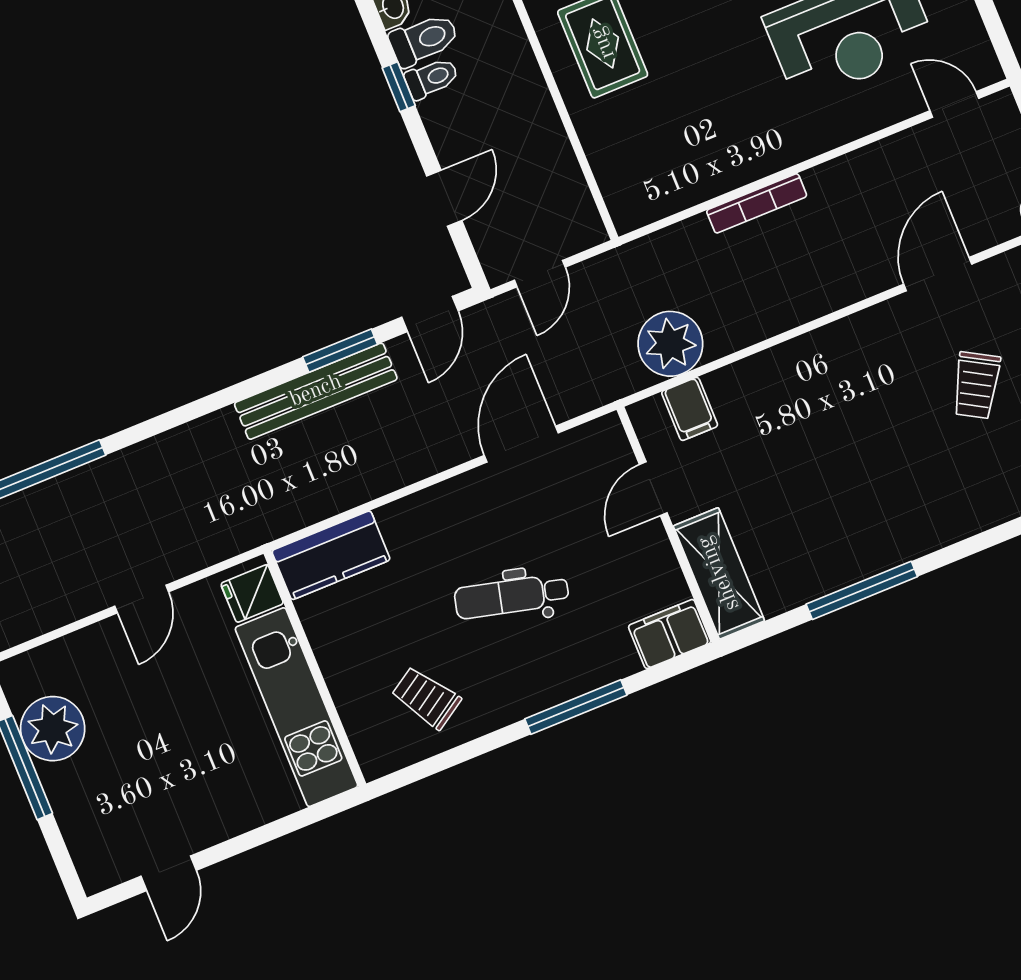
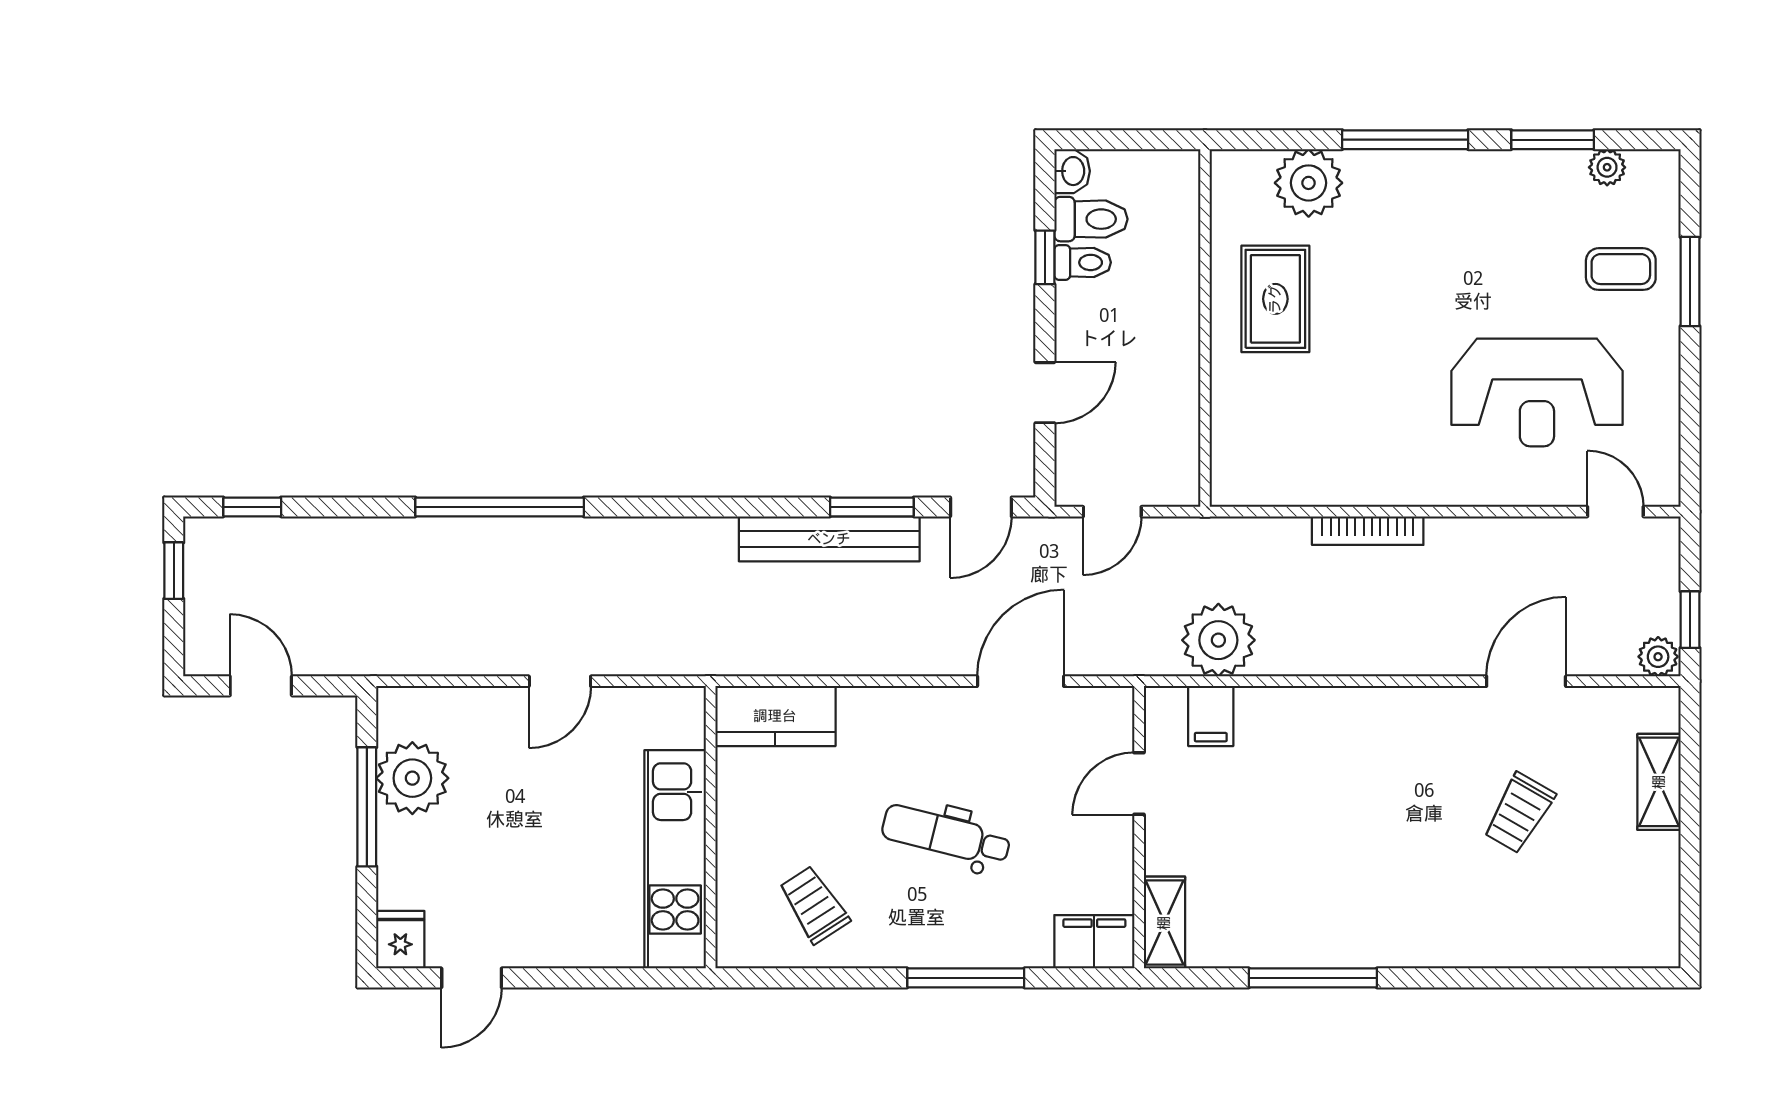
shelving: (719, 573) -> (1164, 923), width x0.67, depth x0.75
fridge: (252, 594) -> (400, 940), moved, turned 90

